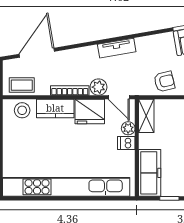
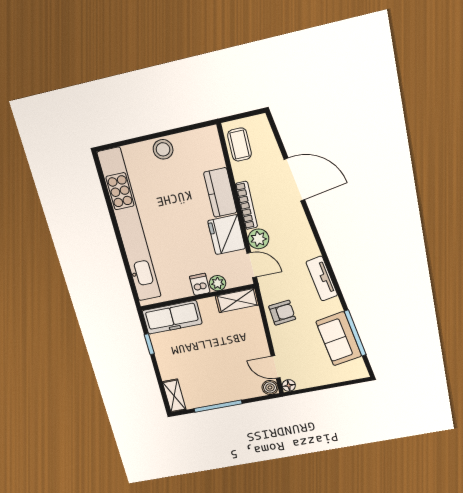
tv unit: (117, 48) -> (322, 279), moved
door: (37, 53) -> (294, 180), moved
armchair: (164, 81) -> (282, 313), turned -82
door: (119, 97) -> (252, 265), swing flipped
stool: (22, 110) -> (163, 149), moved

